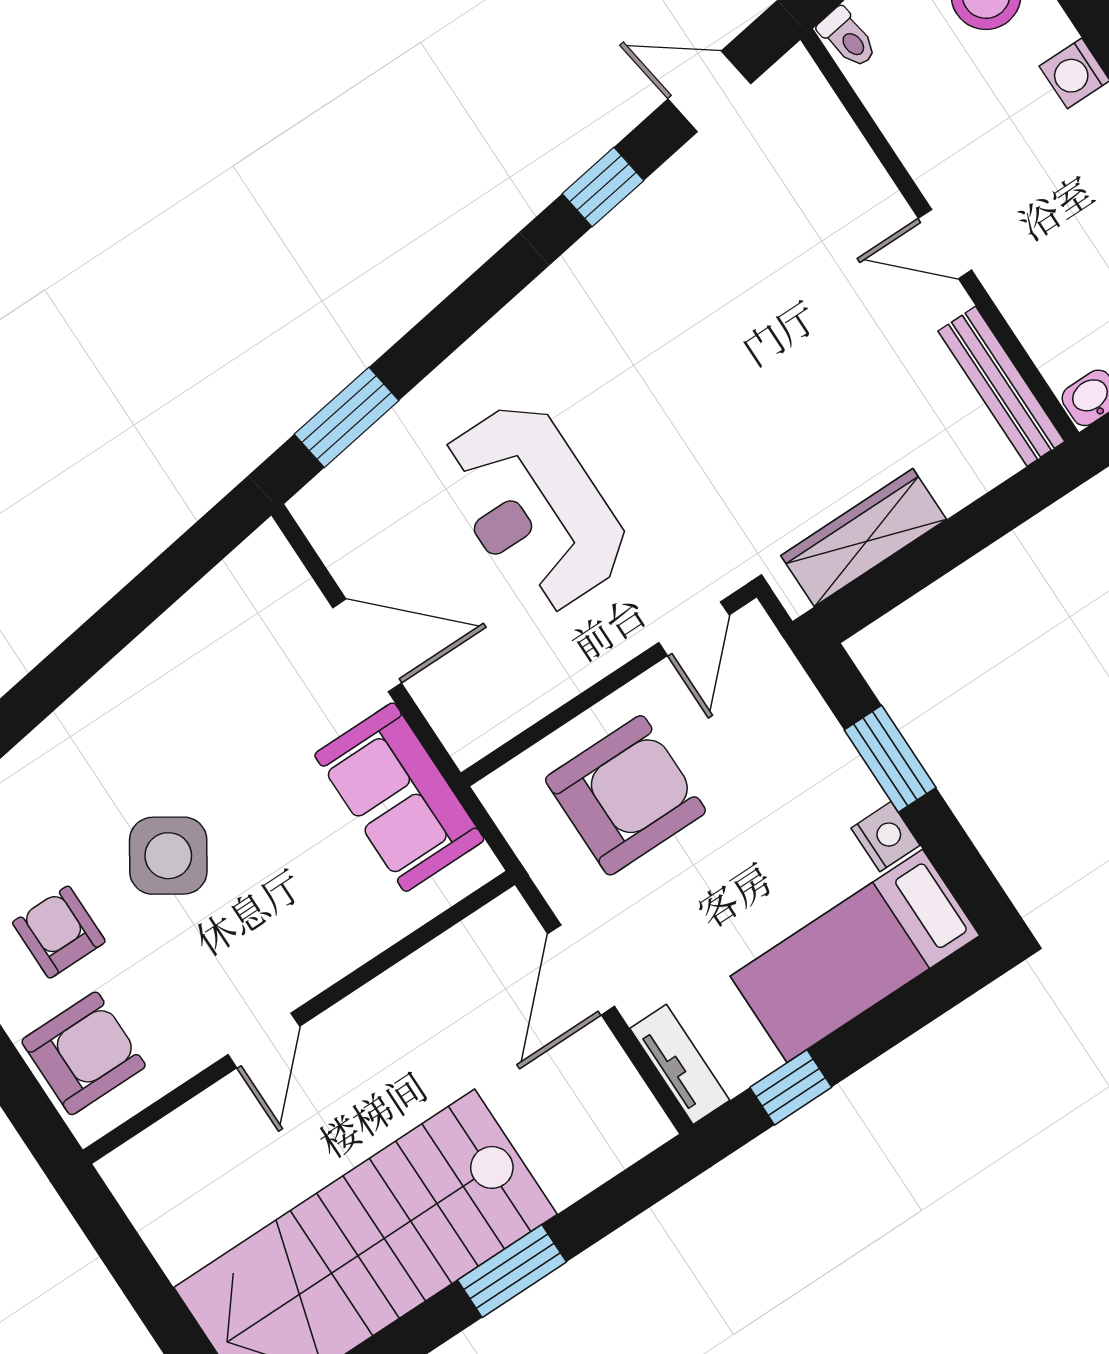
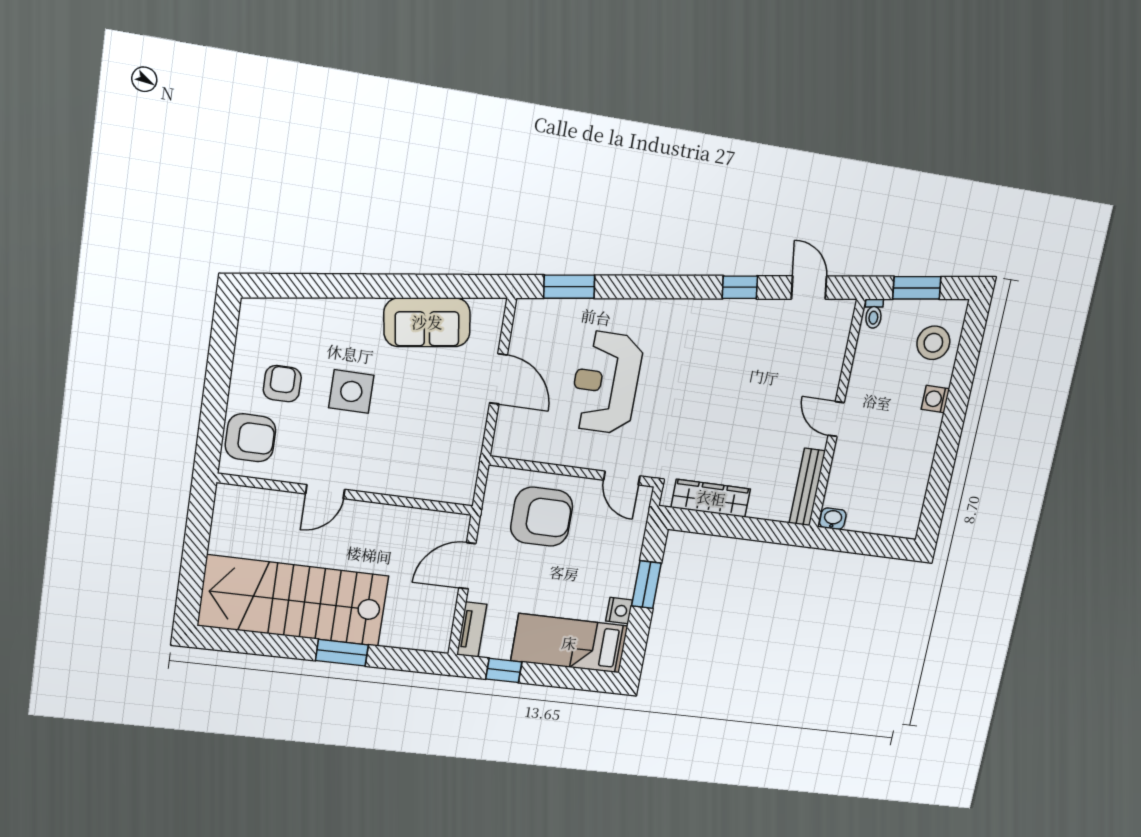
door: (694, 629) -> (622, 478), hinge flipped
sofa: (399, 797) -> (427, 322), moved, turned -99
side table: (168, 856) -> (351, 391), turned -33

